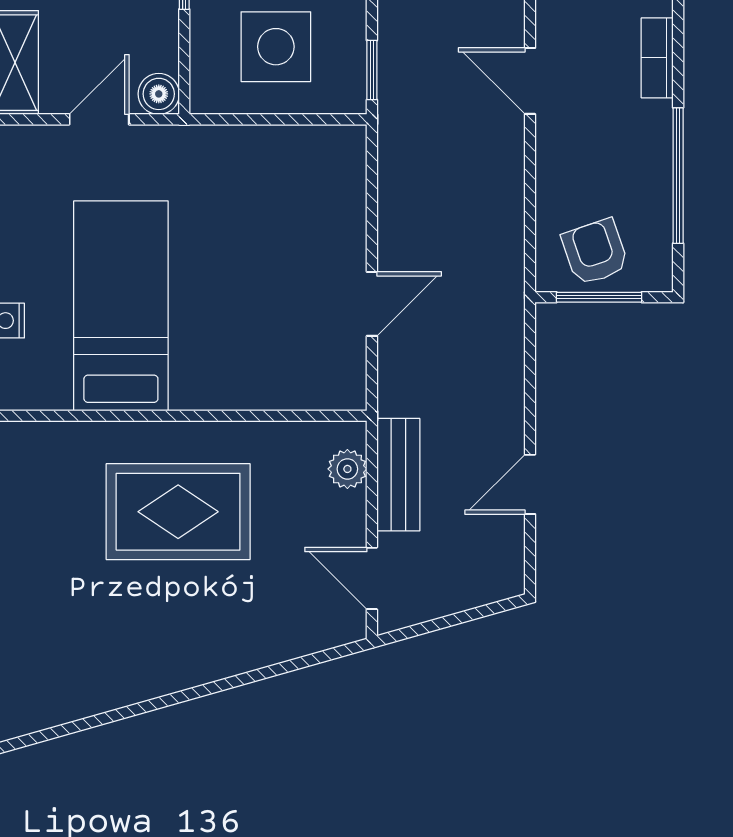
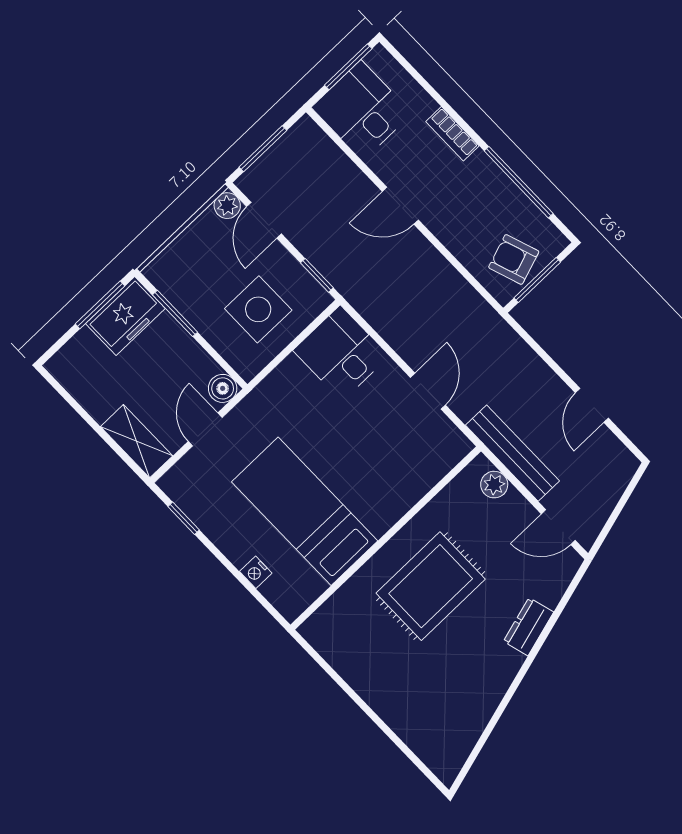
desk: (319, 176) -> (341, 353), added
bench: (398, 475) -> (512, 453), width x1.36
dresser: (240, 653) -> (528, 627), added

